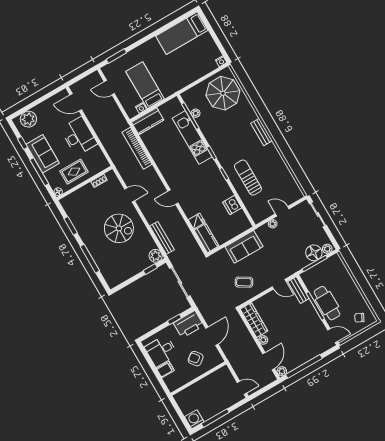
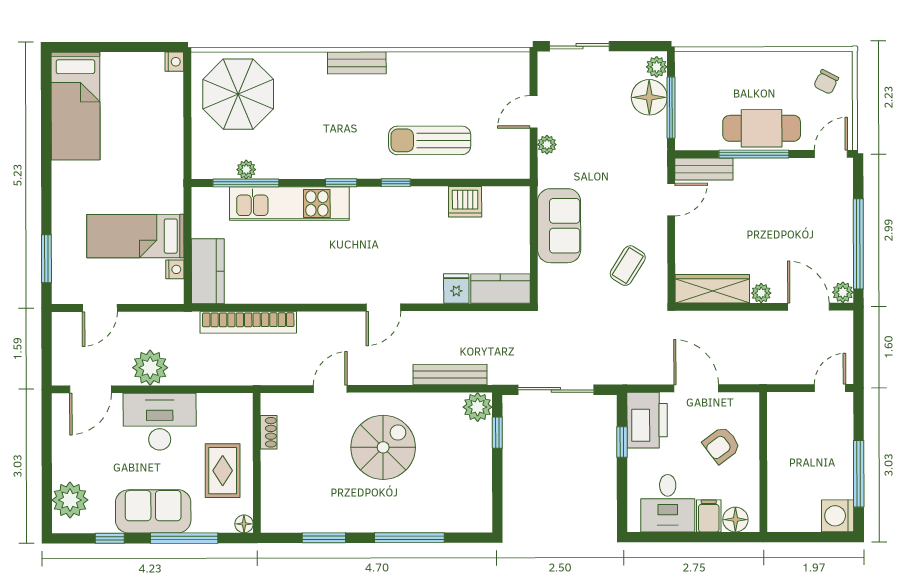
plant: (97, 120) -> (150, 368), added
floor lamp: (170, 381) -> (735, 520), added

